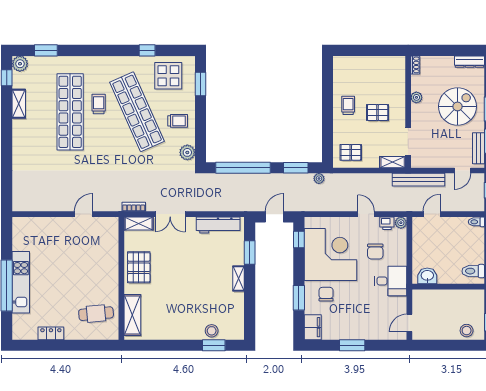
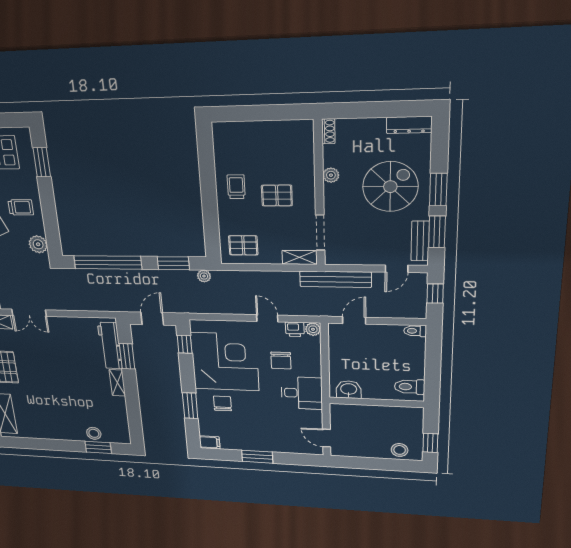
workbench: (218, 225) -> (110, 346), moved, turned 90
door: (409, 323) -> (327, 438), hinge flipped
filing cabinet: (313, 327) -> (210, 442), width x0.50

